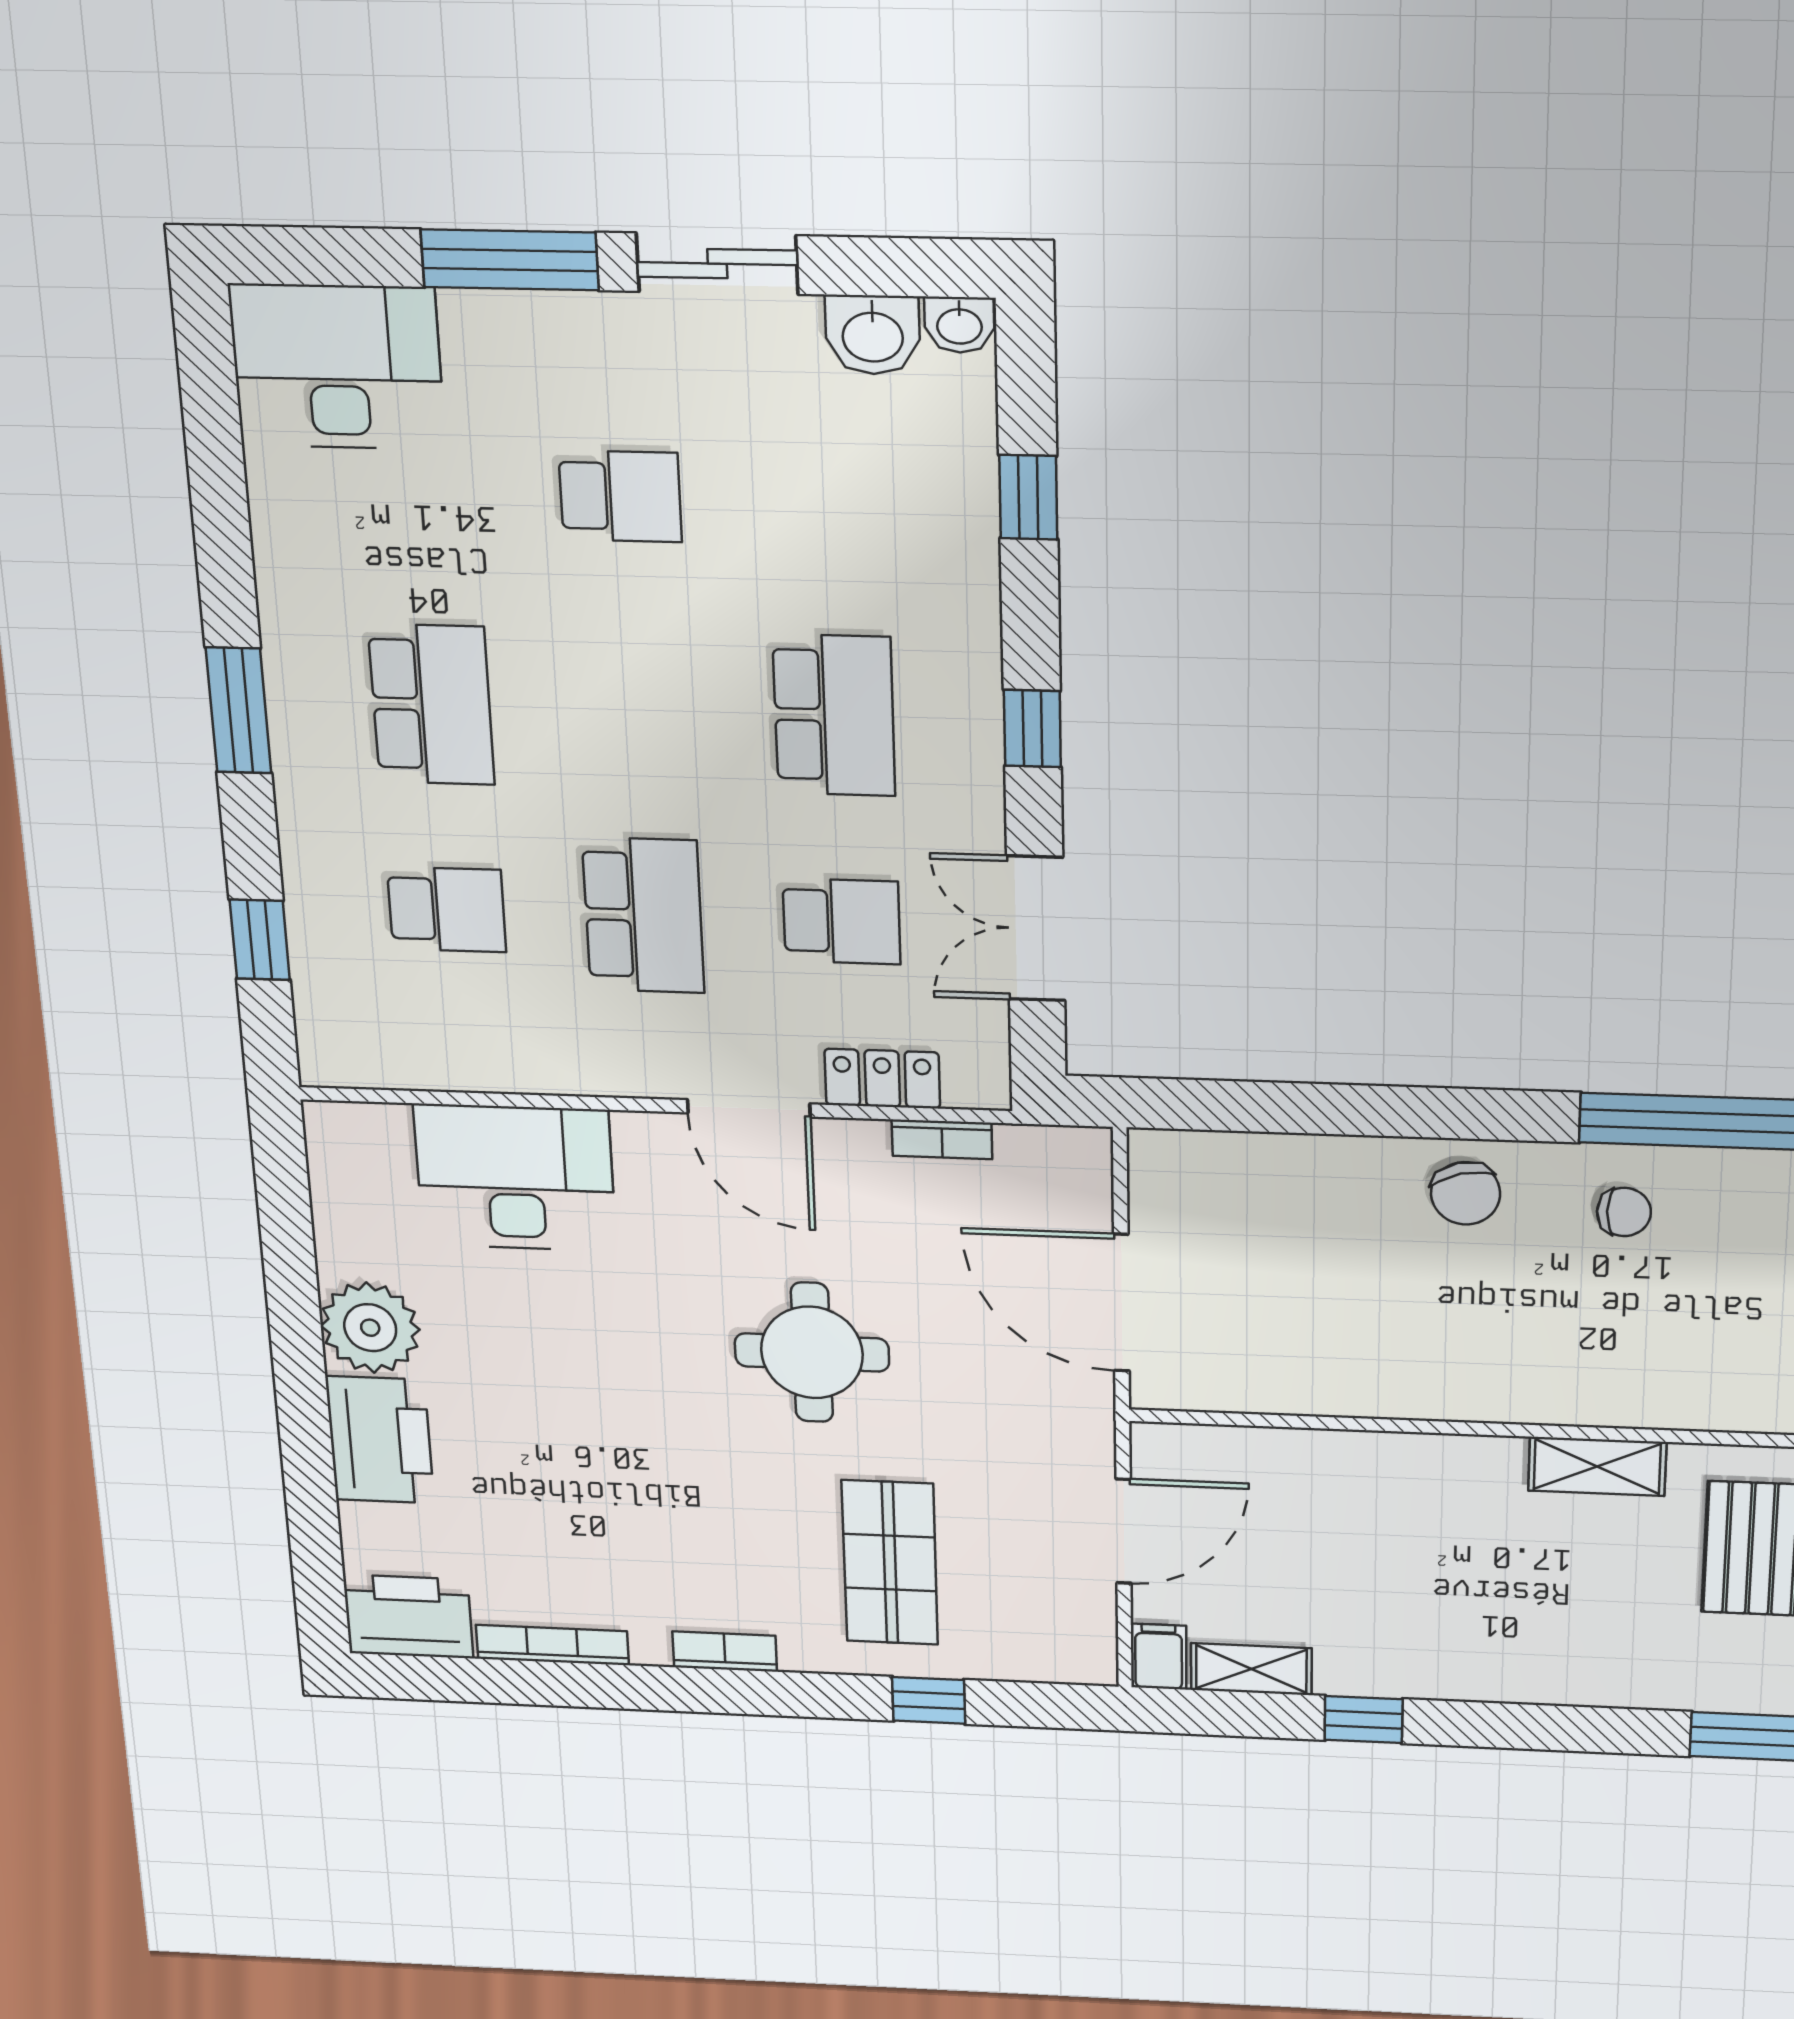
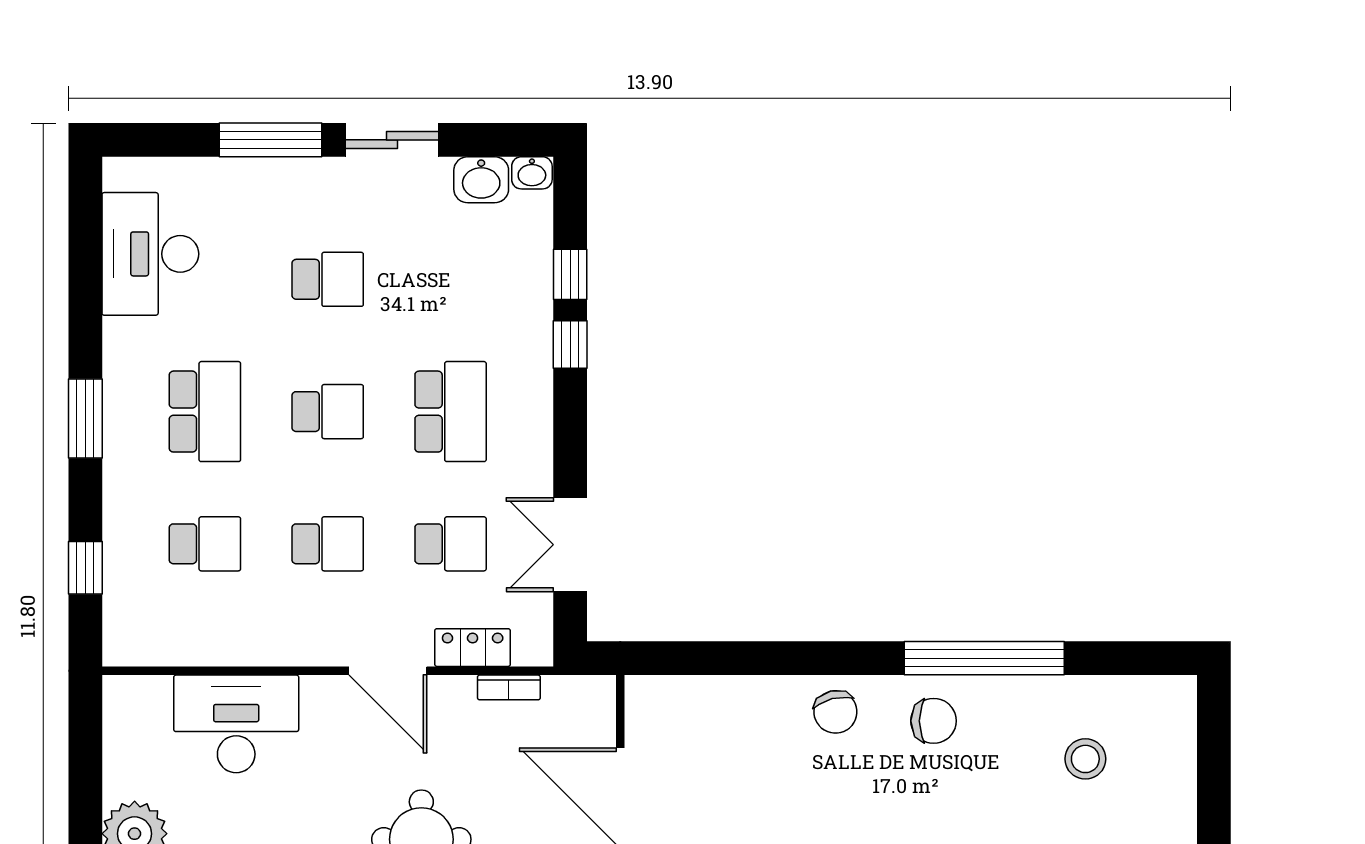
desk: (337, 367) -> (150, 254), moved, turned -90
school desk: (632, 710) -> (328, 412), added
window: (1032, 728) -> (570, 344), moved
school desk: (643, 915) -> (328, 544), width x0.54
chair: (1624, 1212) -> (934, 721), width x1.37, depth x1.37

